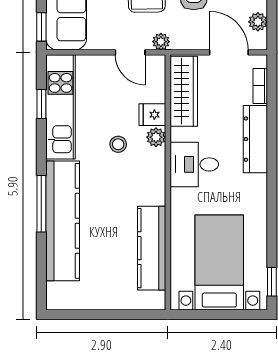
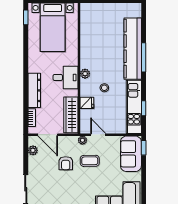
plant: (156, 137) -> (85, 74), moved
kitchen counter: (152, 248) -> (87, 35), removed

